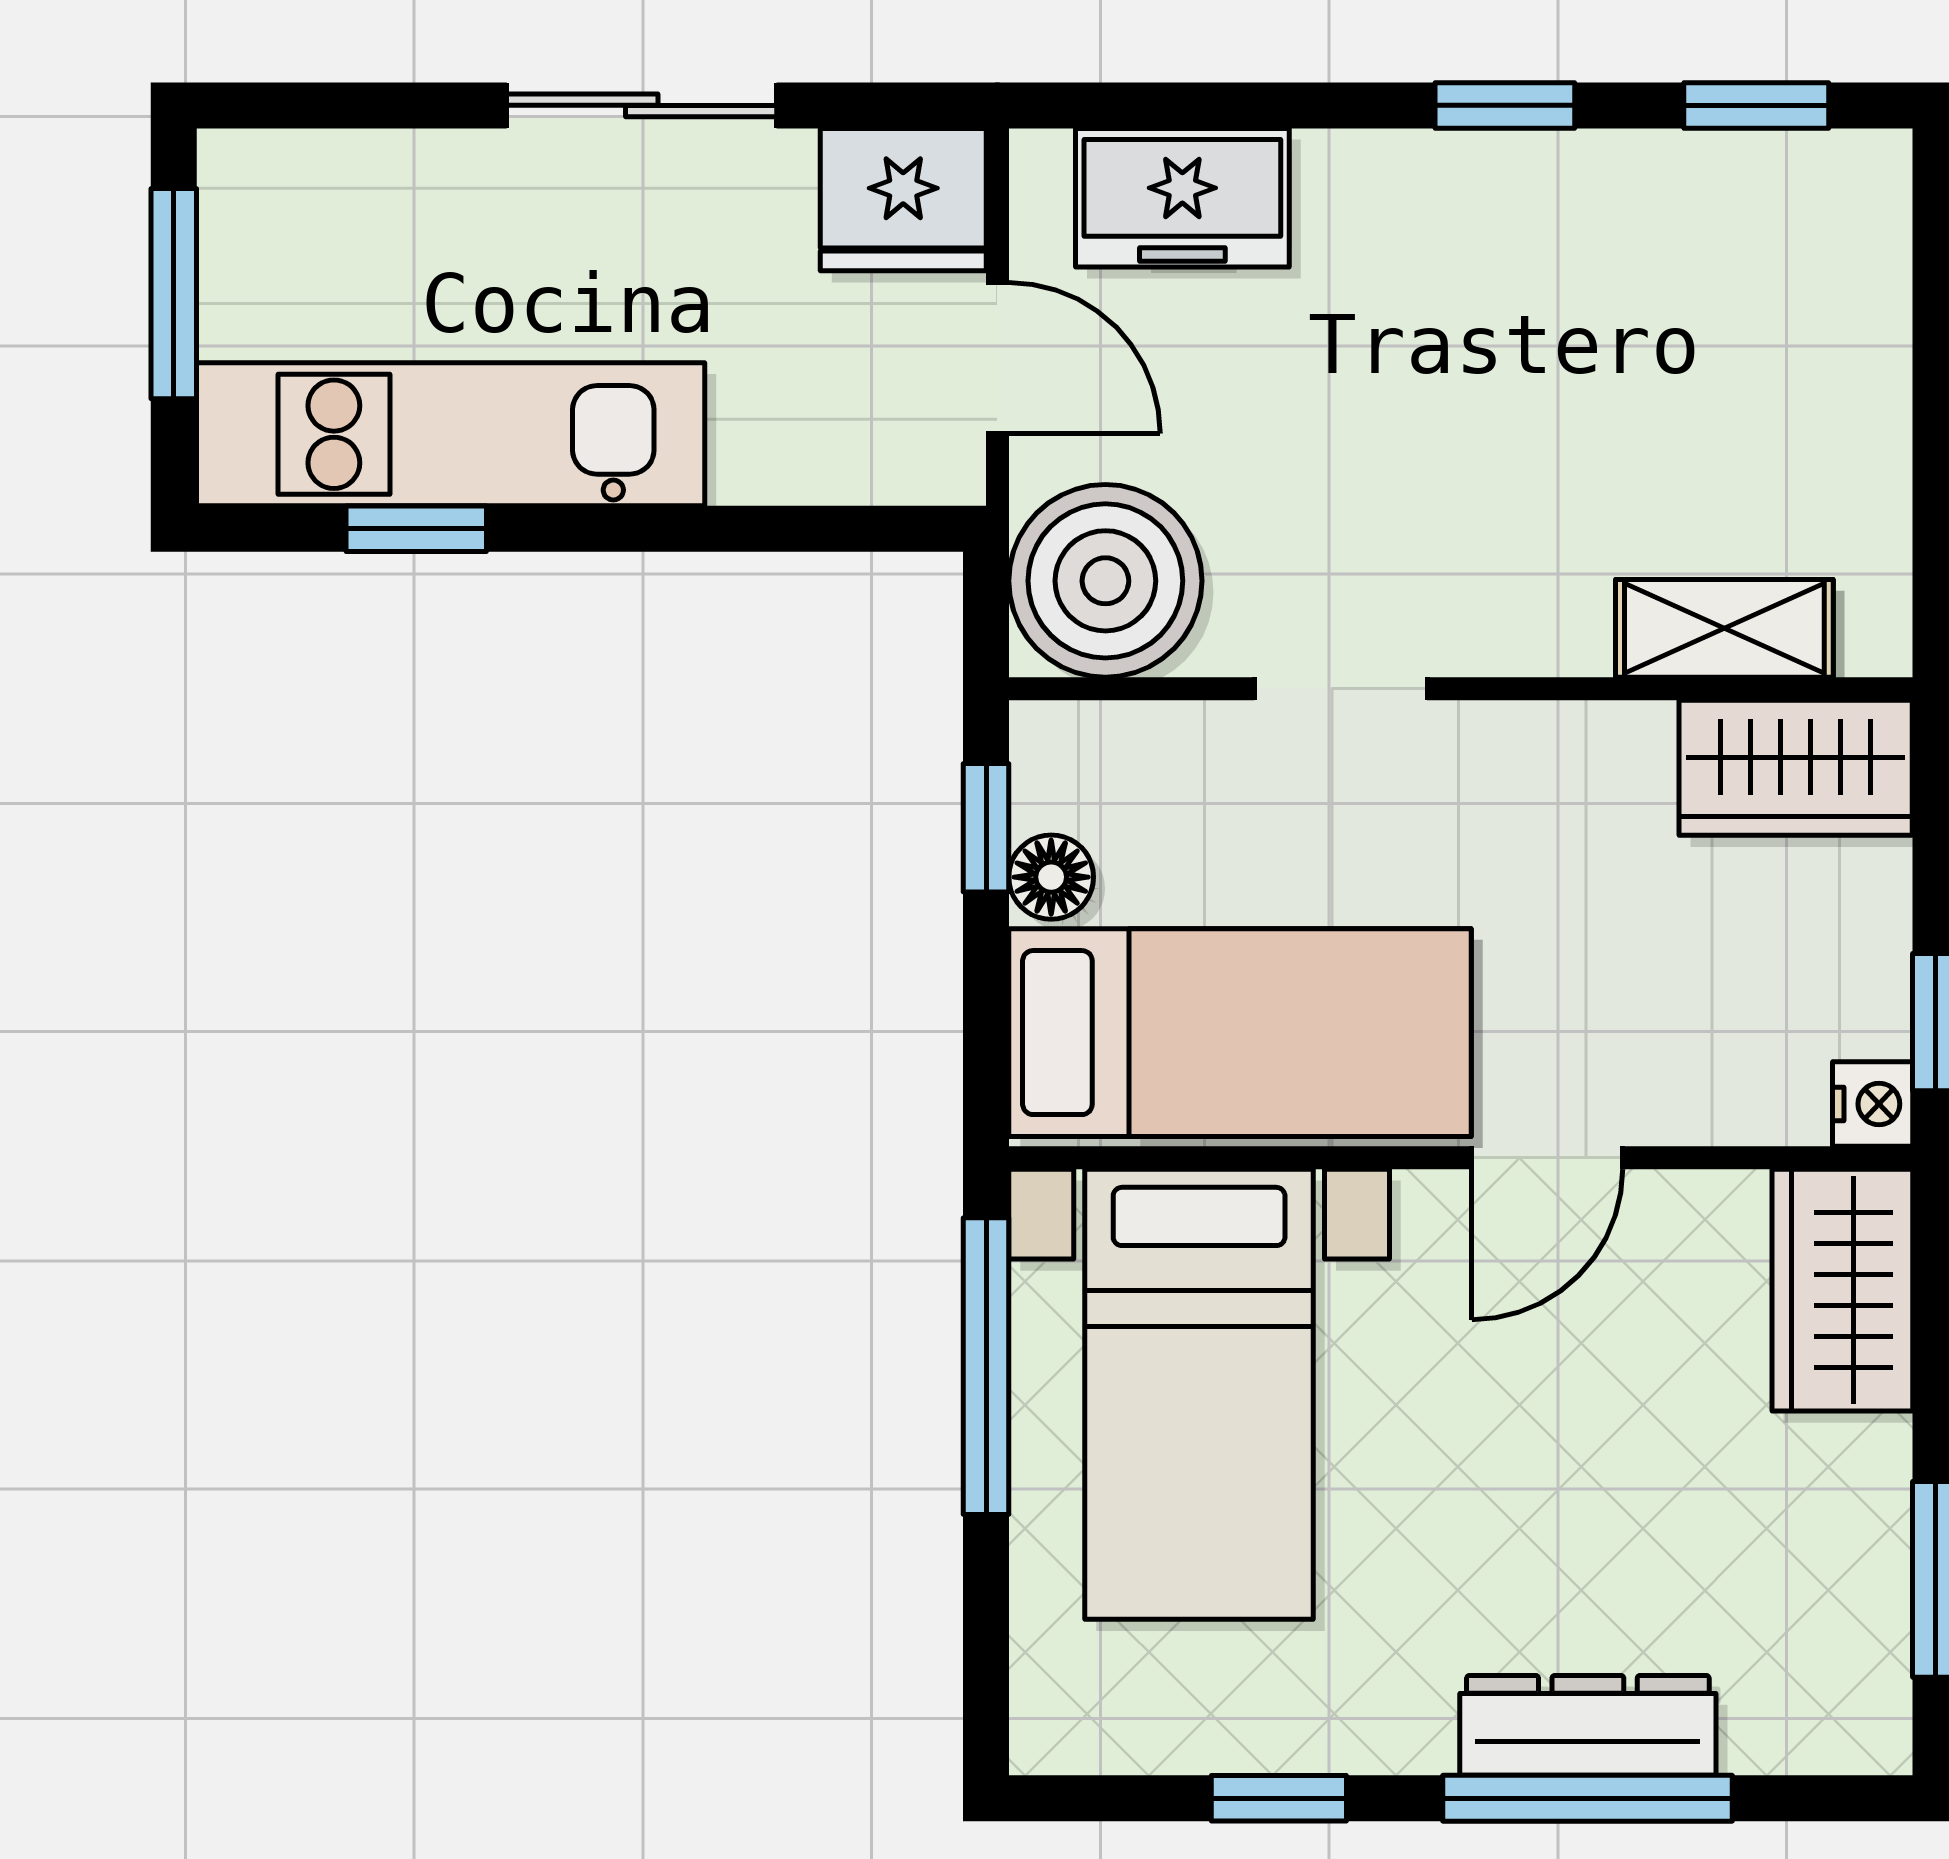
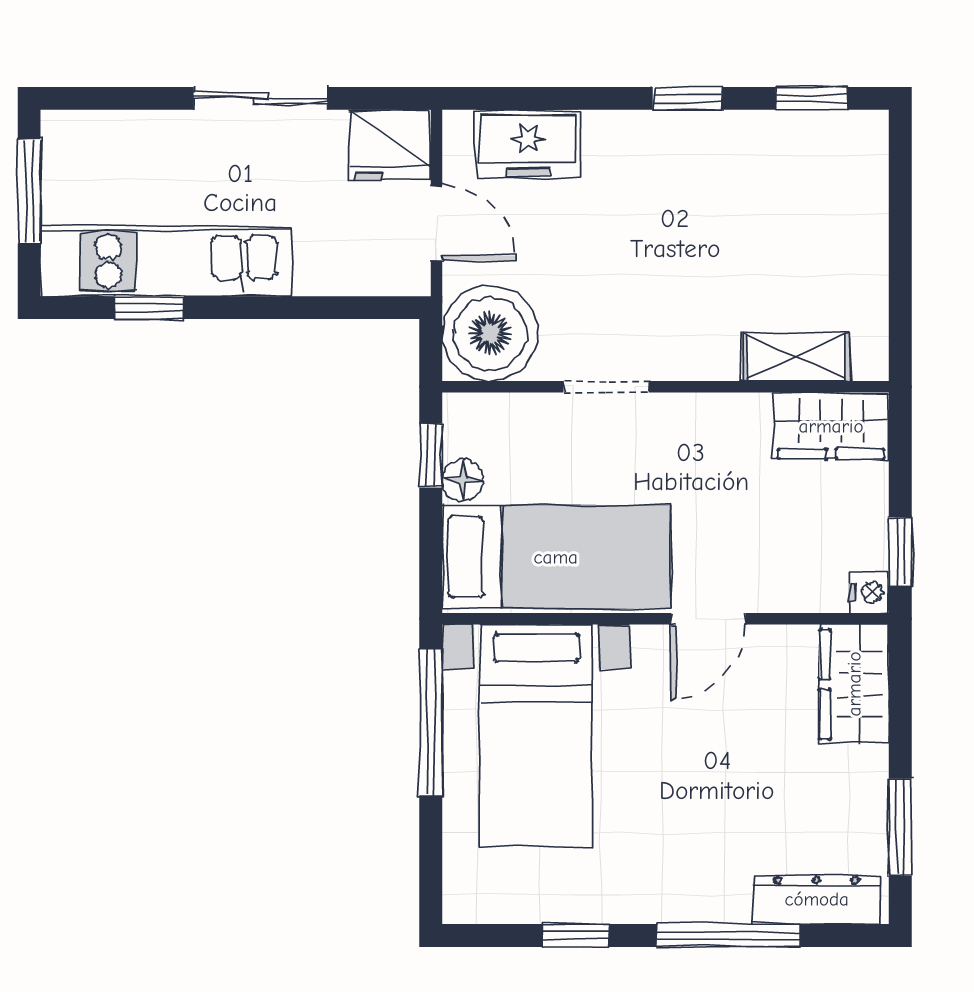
dresser: (1588, 1725) -> (817, 899), moved

